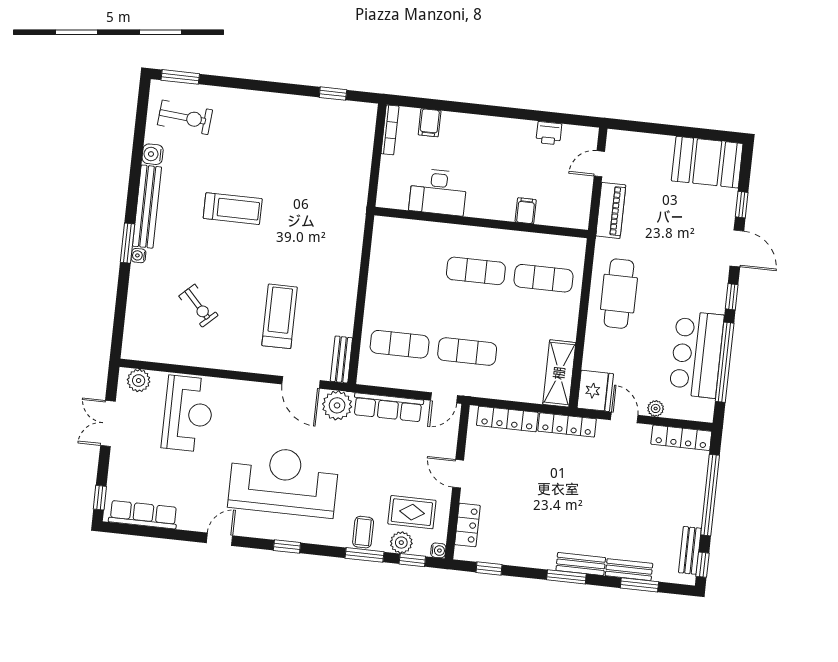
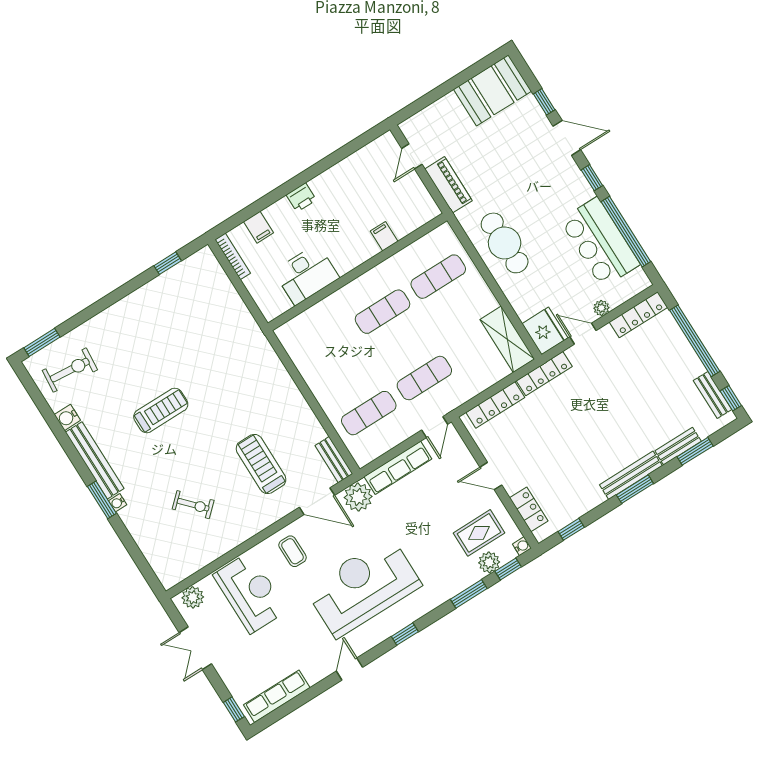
printer: (549, 133) -> (301, 197), moved
coffee table: (363, 532) -> (293, 551), moved
bench: (581, 564) -> (631, 475), width x1.36

